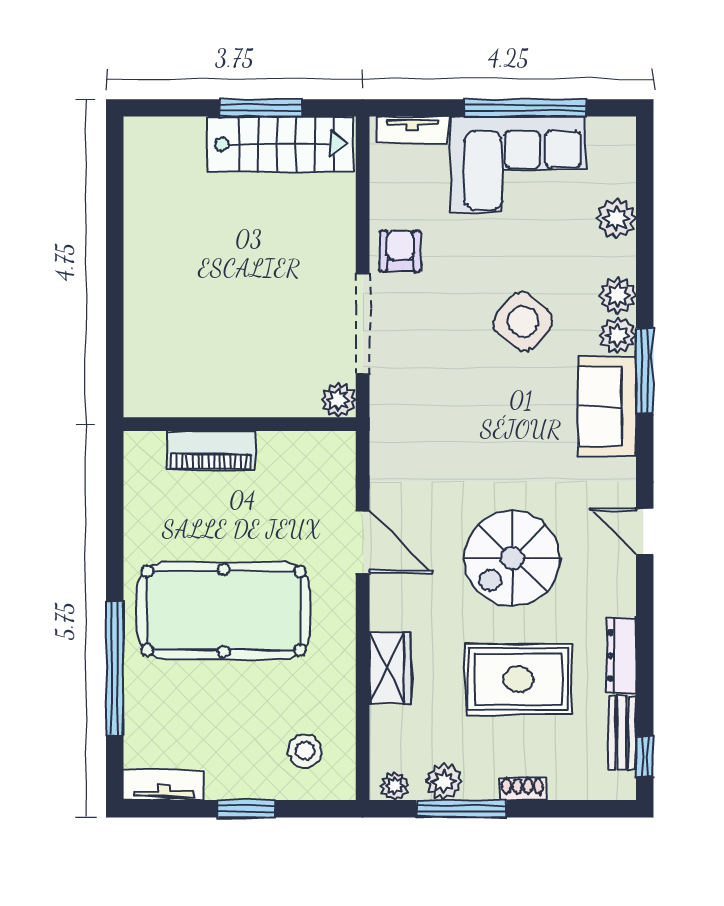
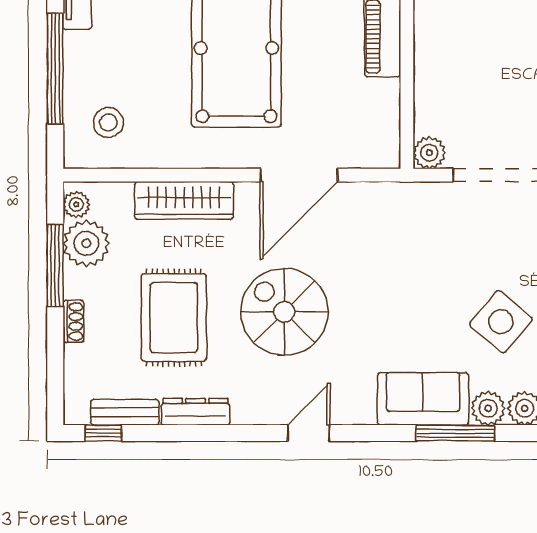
door: (363, 542) -> (299, 175), width x1.36
wardrobe: (390, 668) -> (184, 200), width x1.50
plant: (444, 782) -> (86, 243), width x1.36, depth x1.36
window: (246, 809) -> (55, 69), width x2.11

